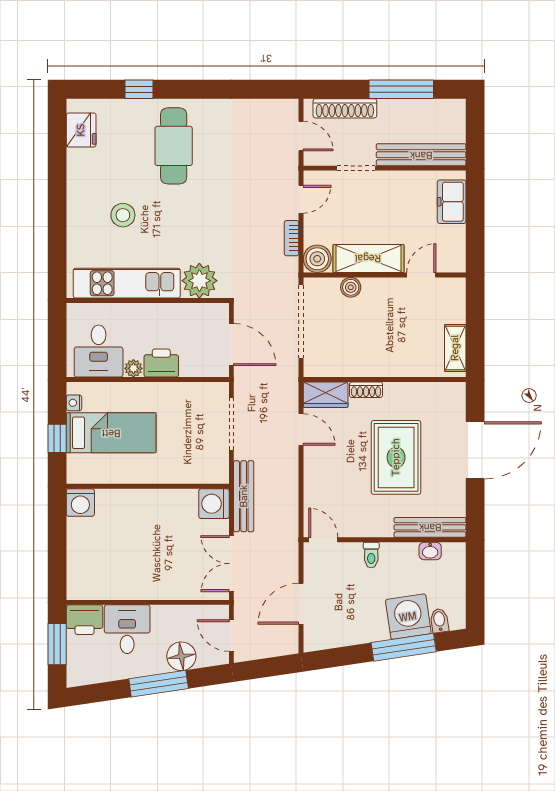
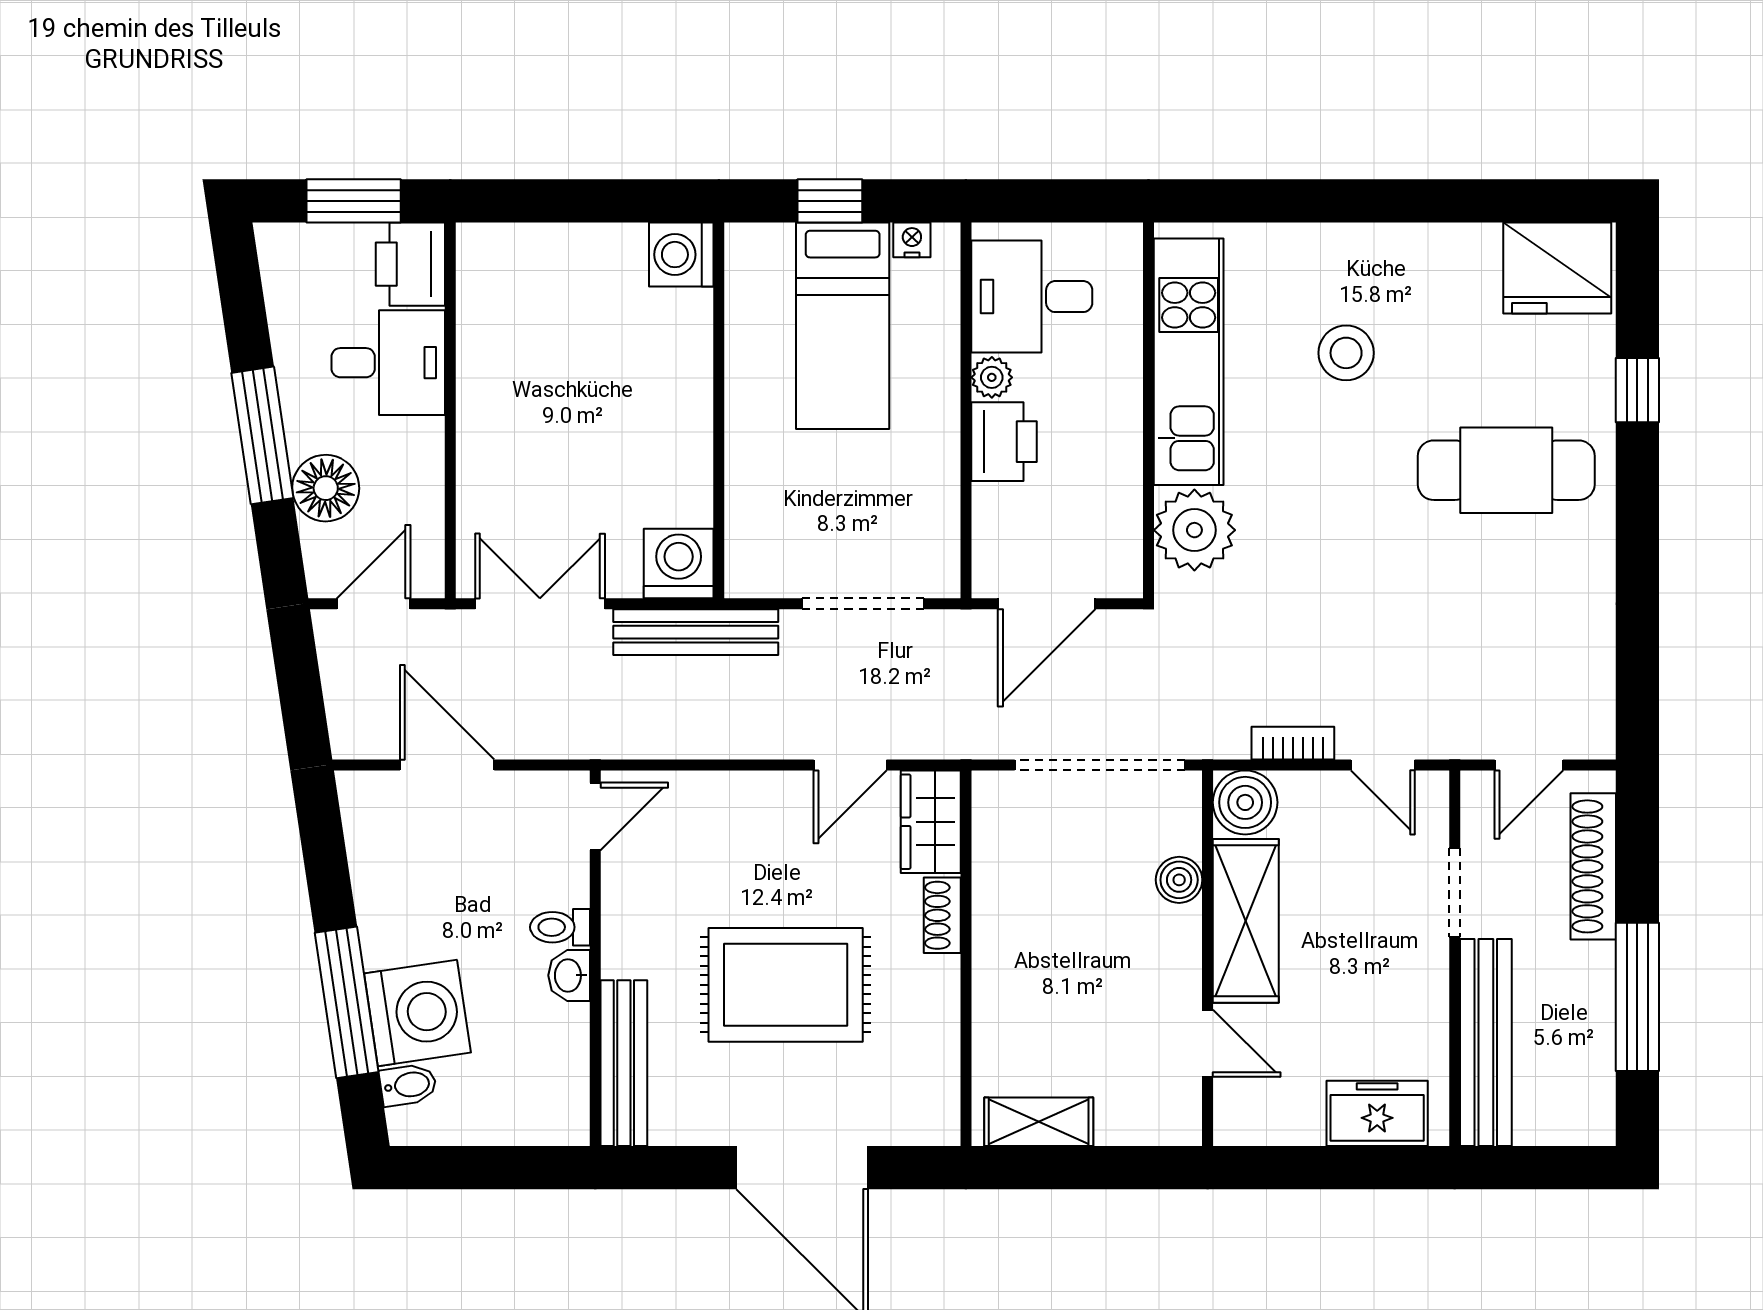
fridge: (81, 130) -> (1557, 268), width x1.36, depth x1.34
washbasin: (430, 551) -> (569, 975), moved

